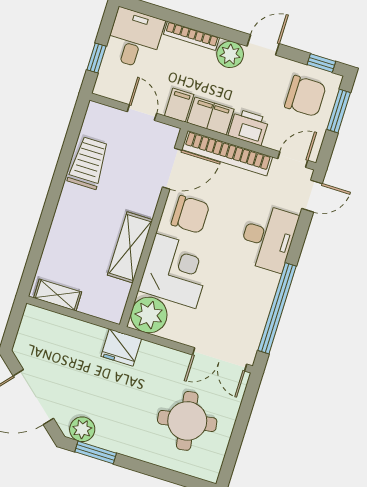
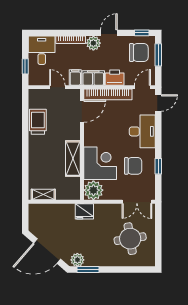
chair: (190, 214) -> (133, 166), moved
window: (277, 308) -> (158, 166), width x0.32

